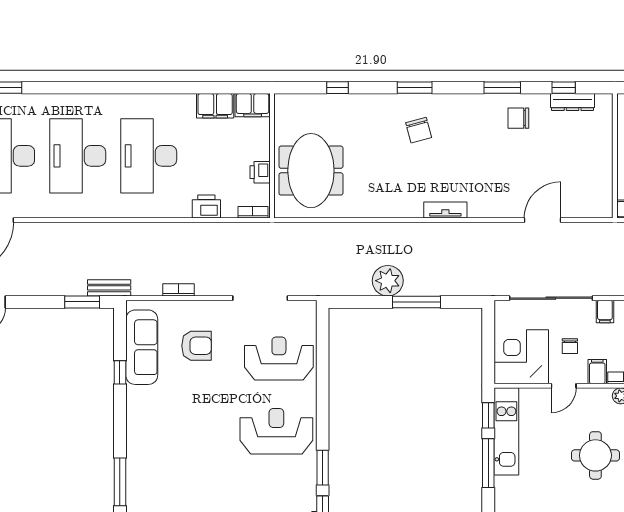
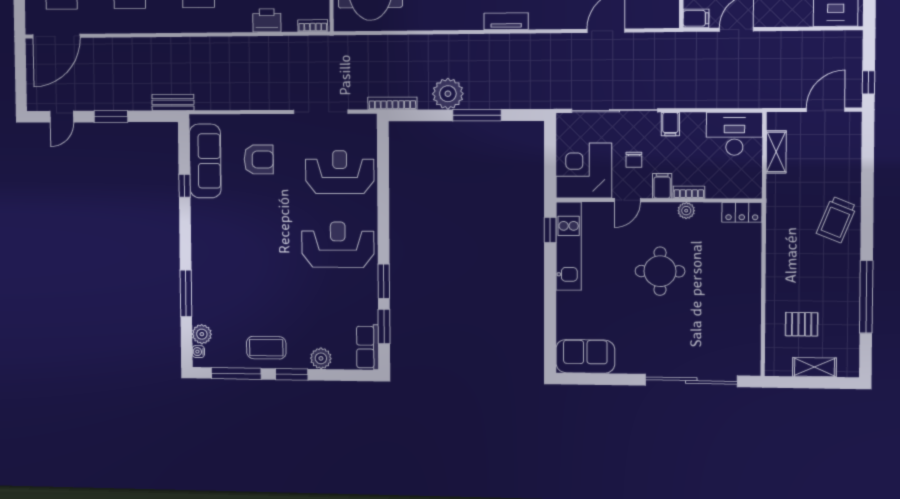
bookcase: (179, 290) -> (392, 103), moved, width x1.56
window: (82, 302) -> (111, 116), moved
window: (488, 463) -> (550, 278), removed

